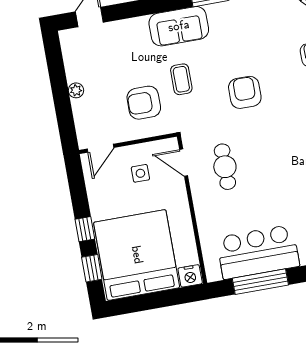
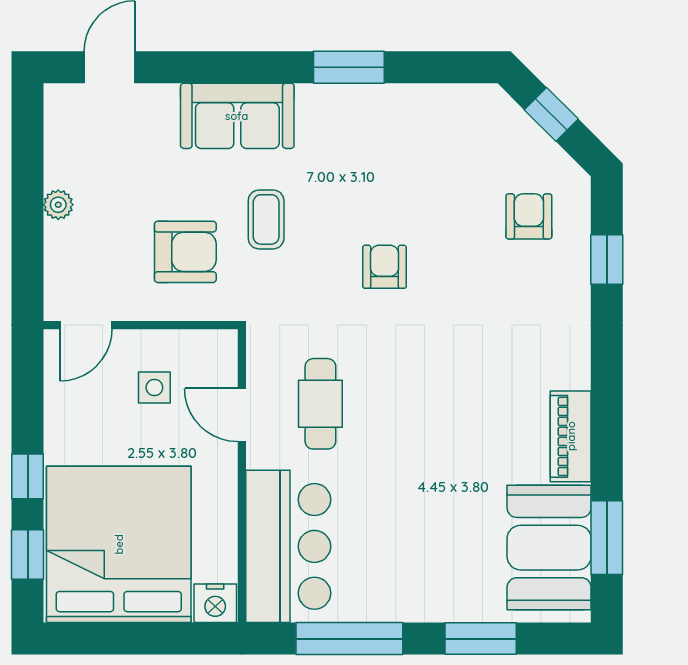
sofa: (179, 26) -> (237, 116), moved
armchair: (245, 92) -> (385, 267), width x0.72, depth x0.72
armchair: (144, 103) -> (185, 252), turned 180
door: (184, 163) -> (242, 415), moved
bar counter: (258, 252) -> (288, 546), moved, turned 90

